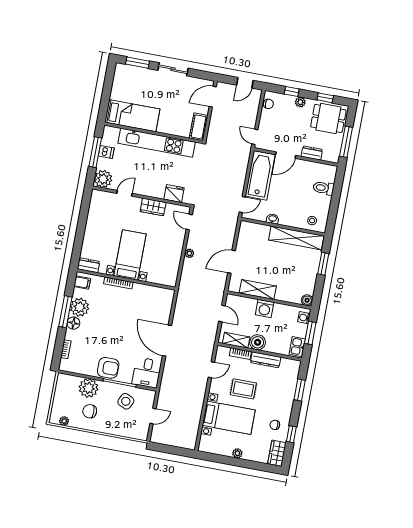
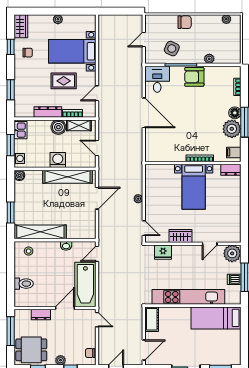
shelving: (258, 290) -> (68, 177), width x1.47
plant: (88, 388) -> (209, 59), width x0.53, depth x0.53
chair: (90, 411) -> (185, 22), moved

